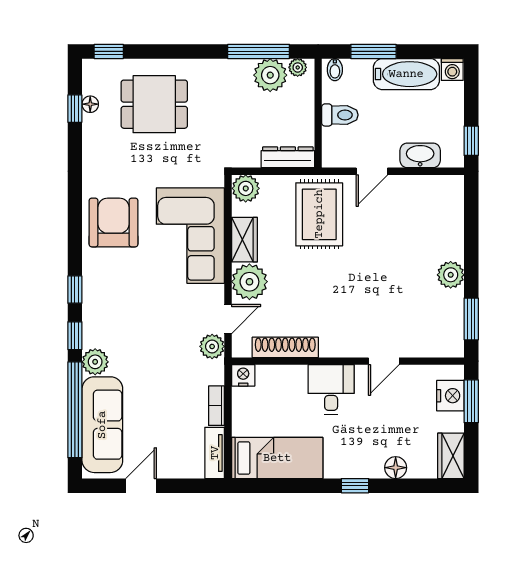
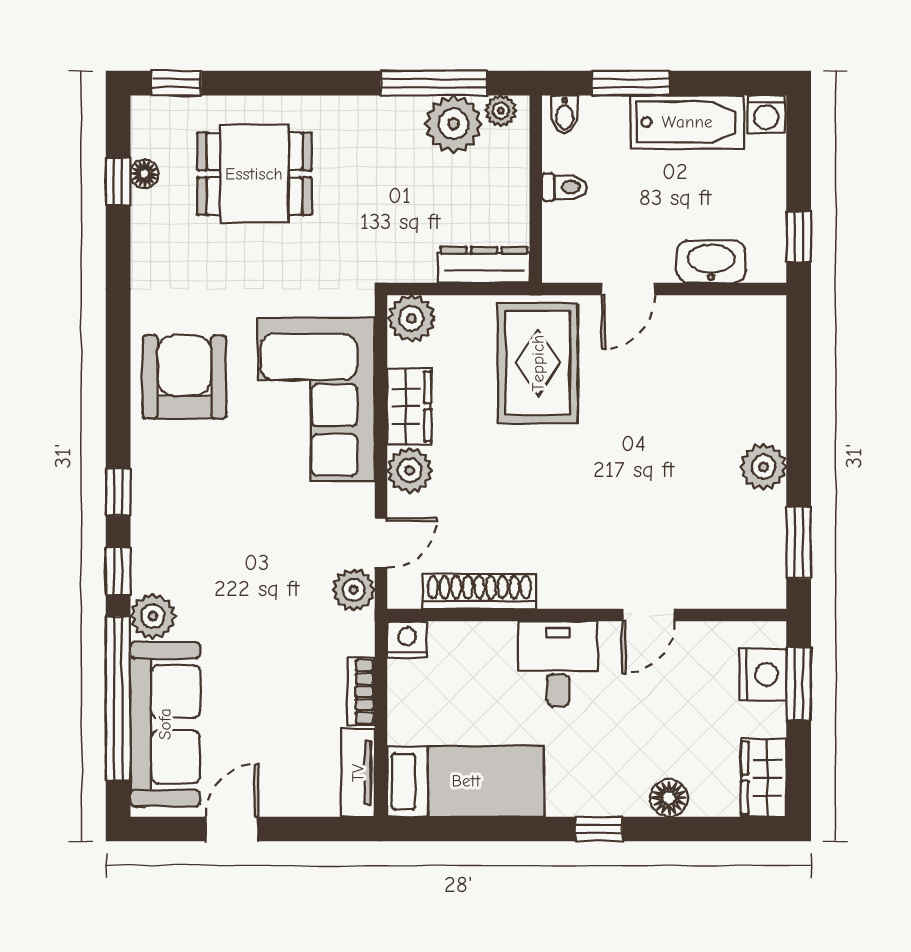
toilet: (340, 115) -> (564, 187), width x0.73, depth x0.72
plant: (249, 282) -> (410, 470), width x0.73, depth x0.73

